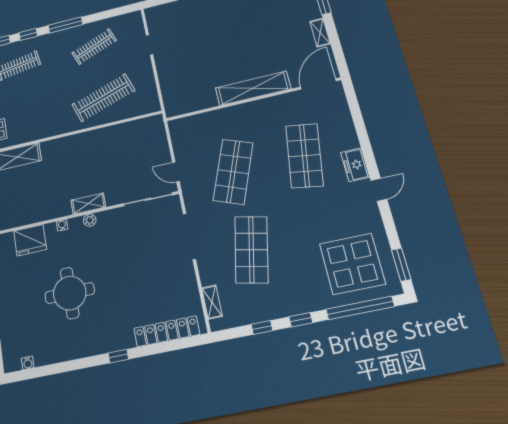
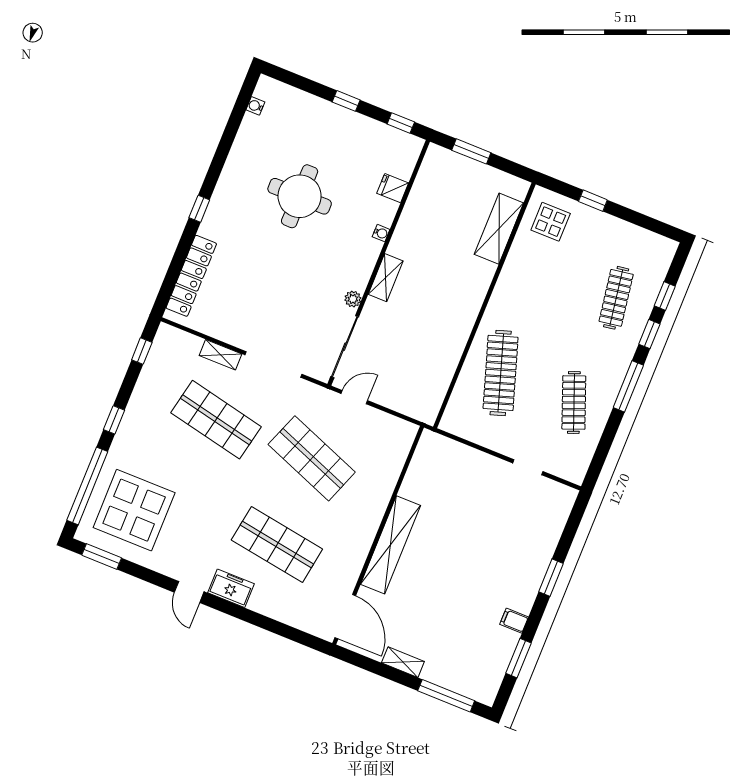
plant: (90, 220) -> (353, 299), moved
fridge: (30, 240) -> (393, 188), width x0.53, depth x0.75
shelving: (212, 302) -> (221, 355), moved
window: (262, 327) -> (142, 351), moved

